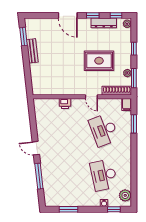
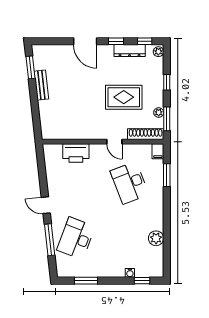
printer: (65, 103) -> (76, 153), width x1.87, depth x1.48
desk: (104, 175) -> (76, 238), moved, turned 33
plant: (125, 195) -> (156, 238), moved

